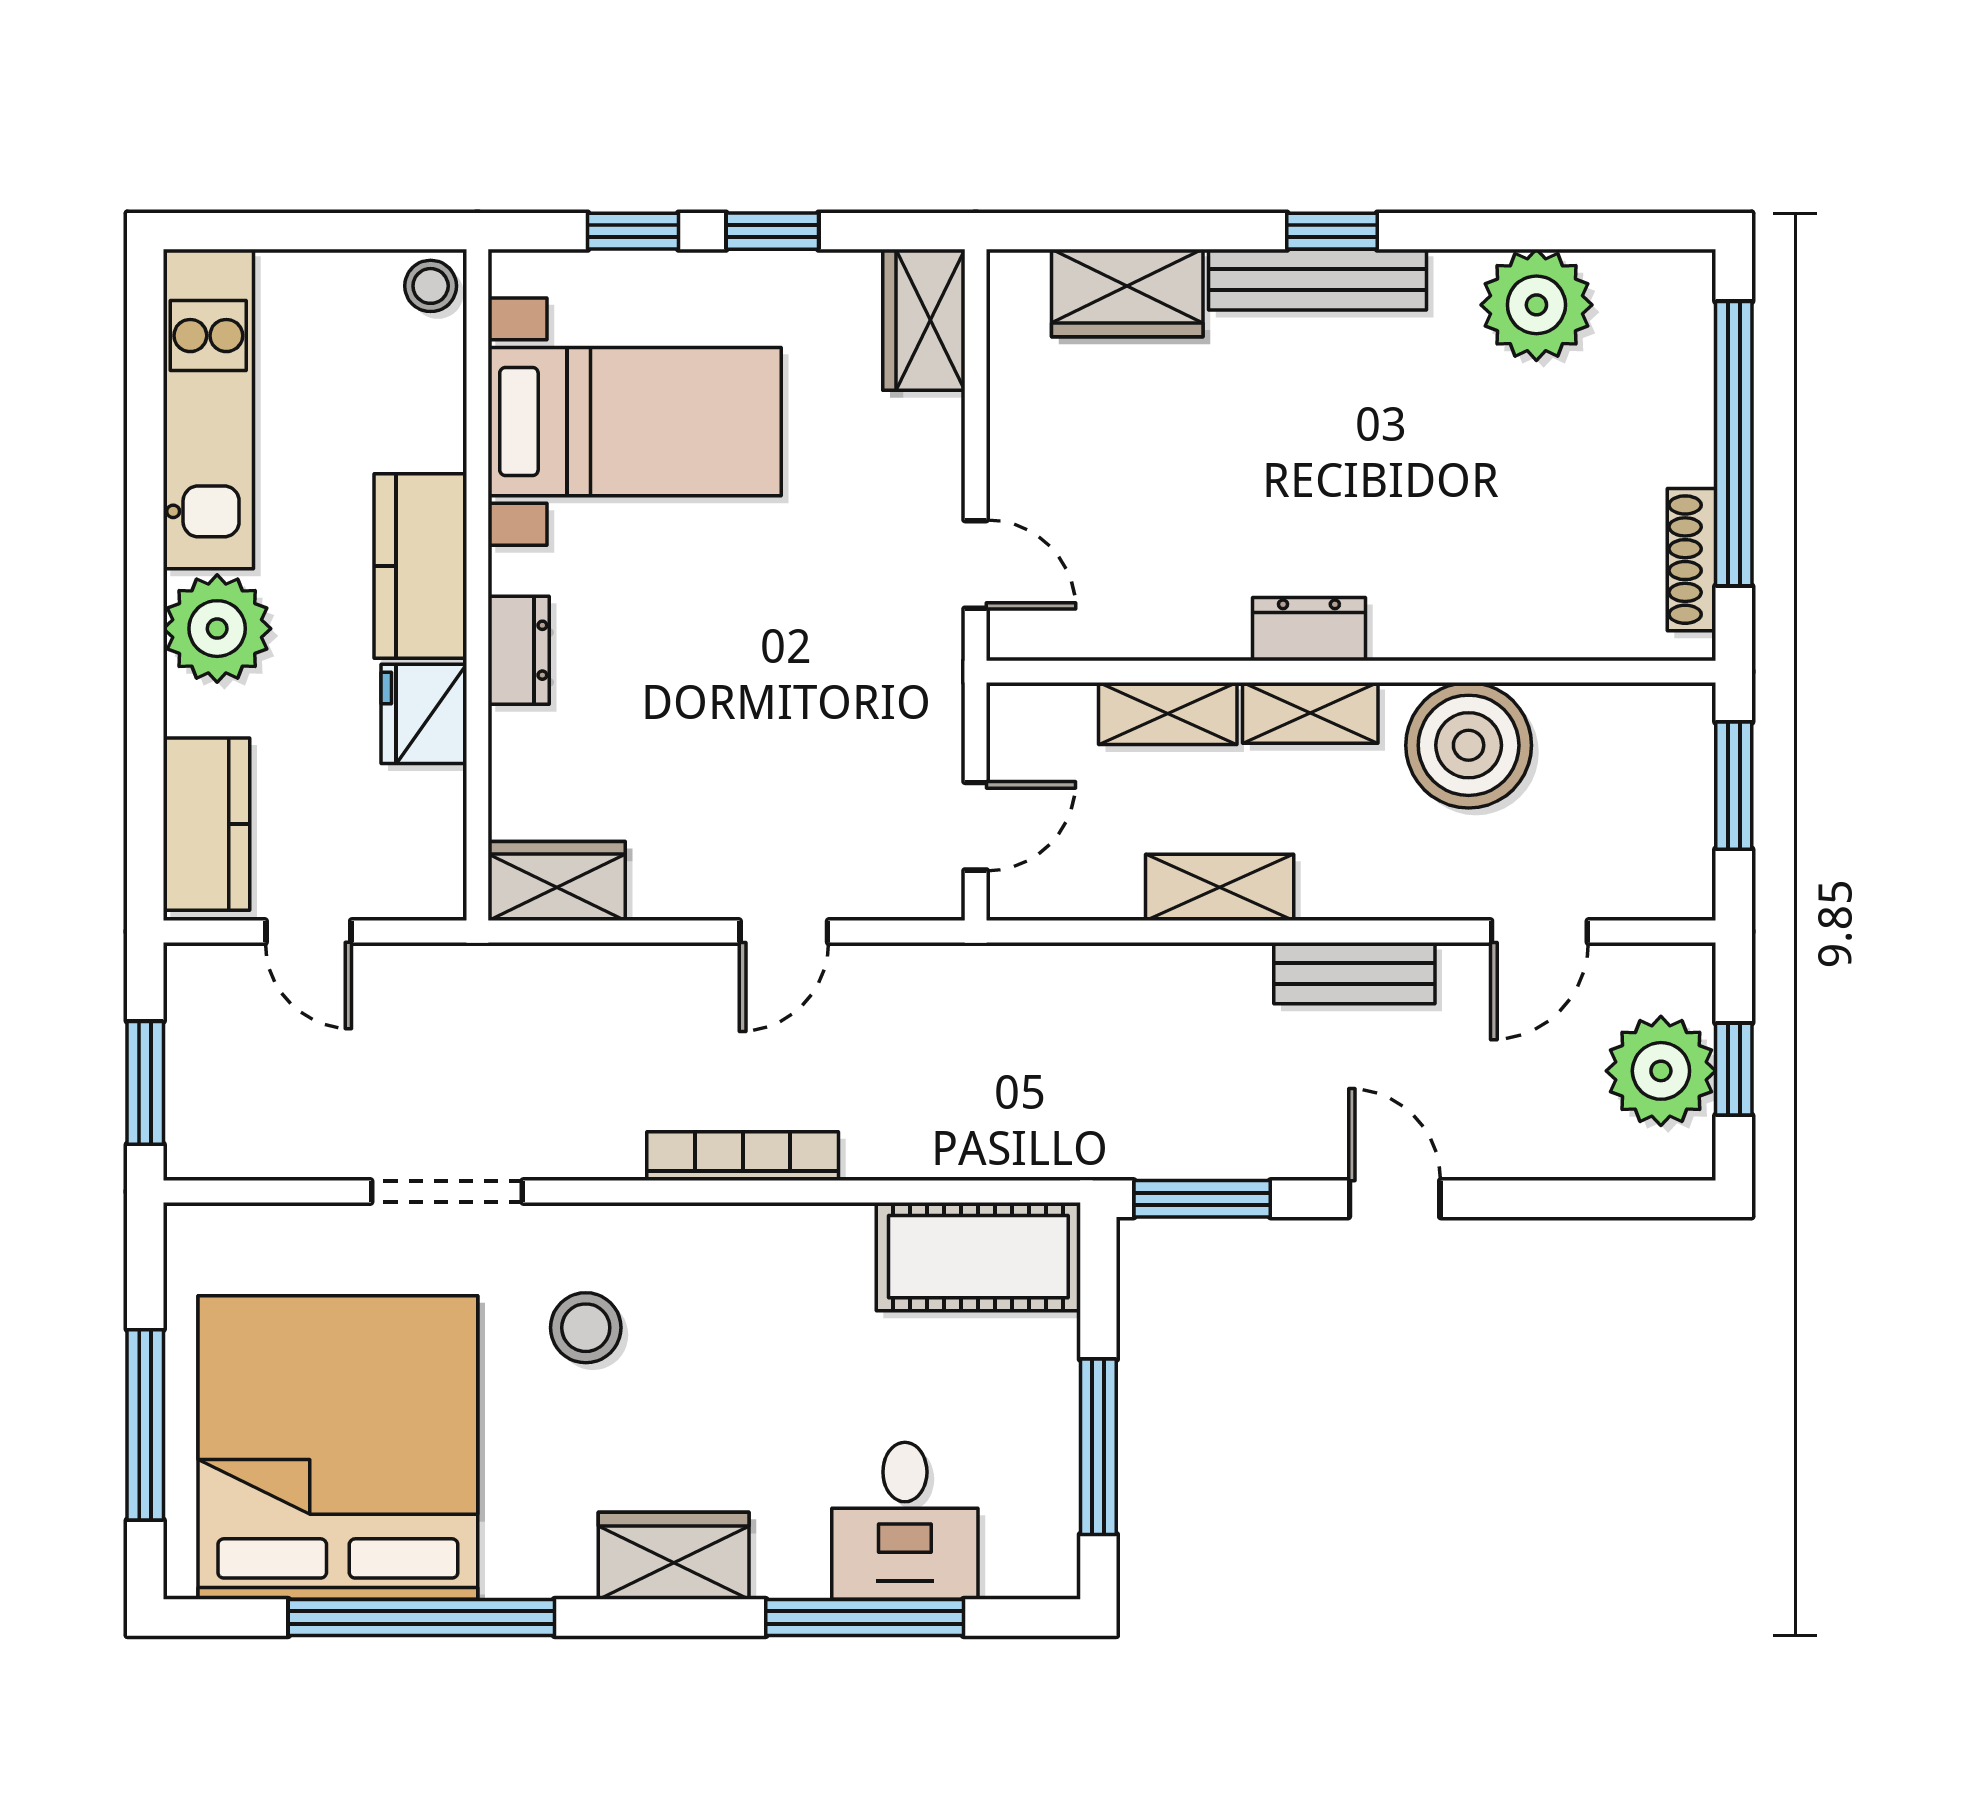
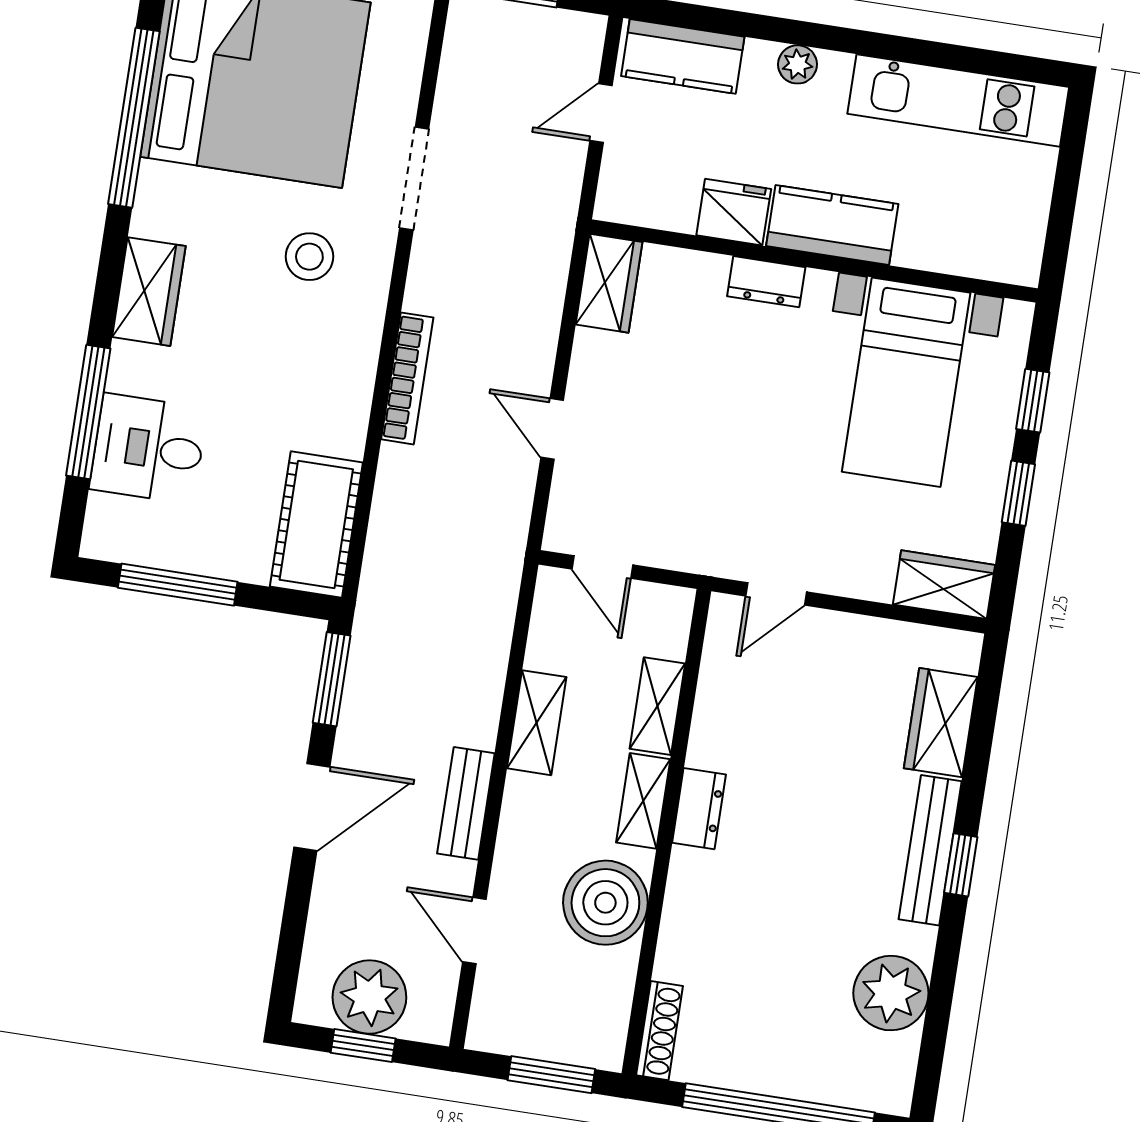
stool: (431, 286) -> (1017, 261), removed
shoe rack: (1691, 560) -> (660, 1031), moved, turned 90
plant: (217, 629) -> (797, 64), width x0.53, depth x0.53
door: (1395, 1199) -> (312, 807), width x1.38

